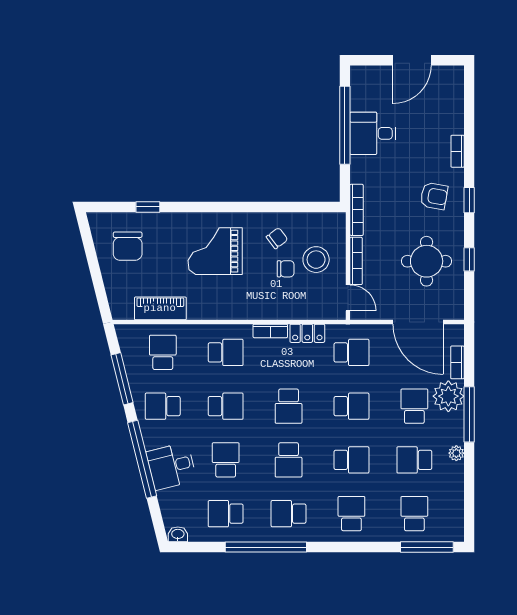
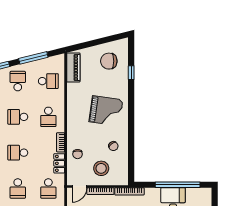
grand piano: (215, 251) -> (106, 111), turned 98
chair: (286, 269) -> (78, 154), moved
piano: (160, 308) -> (73, 67), moved
school desk: (226, 406) -> (18, 117), turned 90

